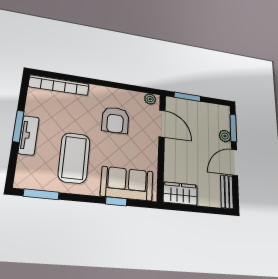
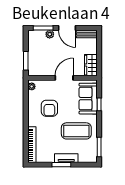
armchair: (115, 120) -> (49, 108), turned 90
door: (162, 124) -> (64, 78), moved

